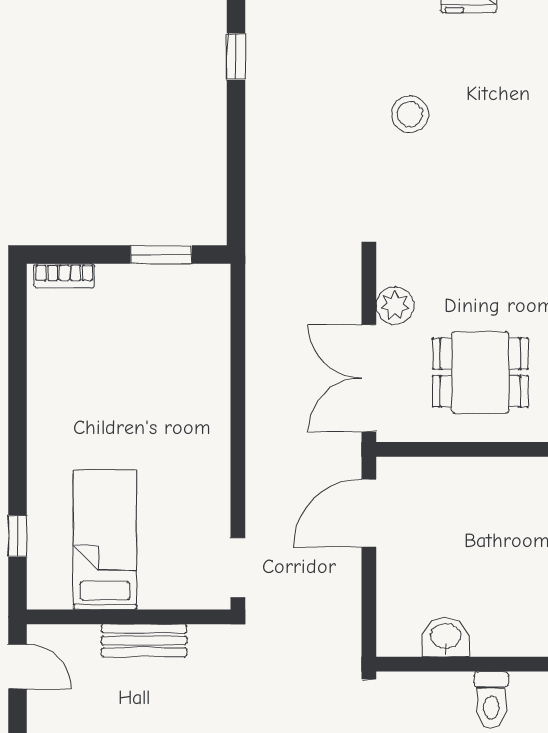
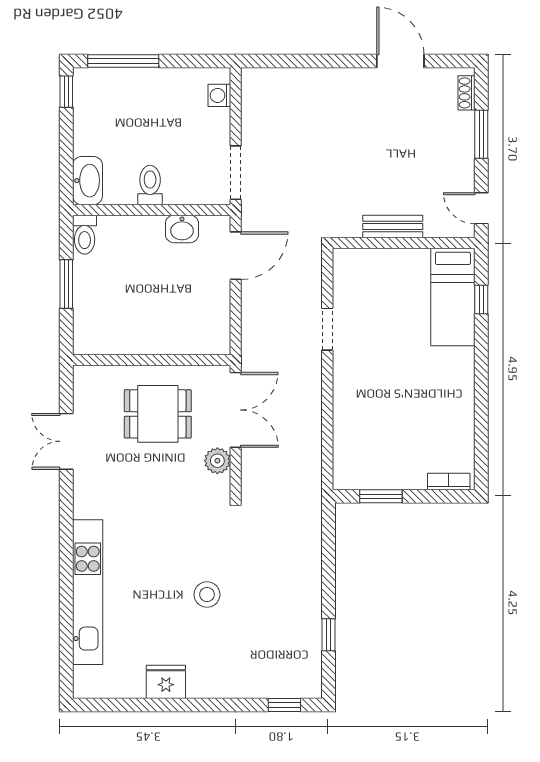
door: (369, 513) -> (236, 256), moved
bed: (105, 540) -> (453, 297), moved
doorway: (238, 568) -> (327, 329), moved

